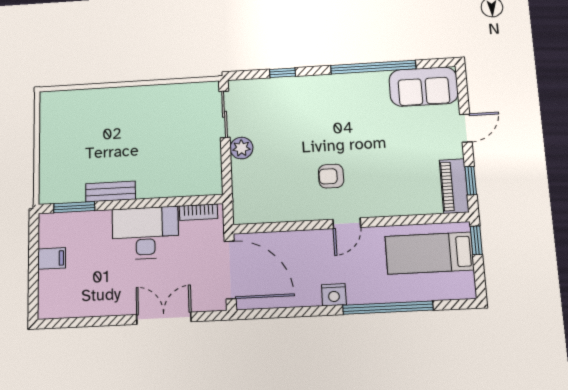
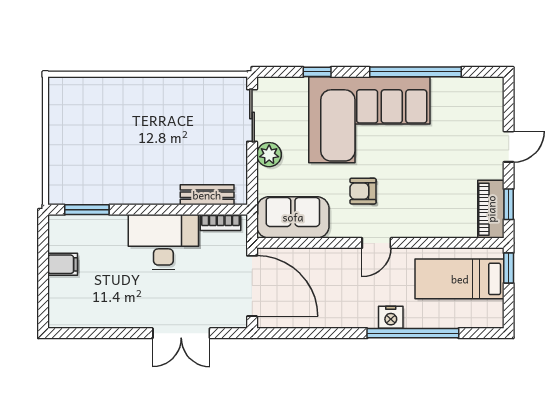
sofa: (424, 87) -> (293, 217), moved, turned 180
corner sofa: (333, 112) -> (369, 120), added
bench: (110, 192) -> (207, 195), moved
nightstand: (334, 295) -> (391, 317), moved
double door: (164, 318) -> (181, 333), swing flipped

